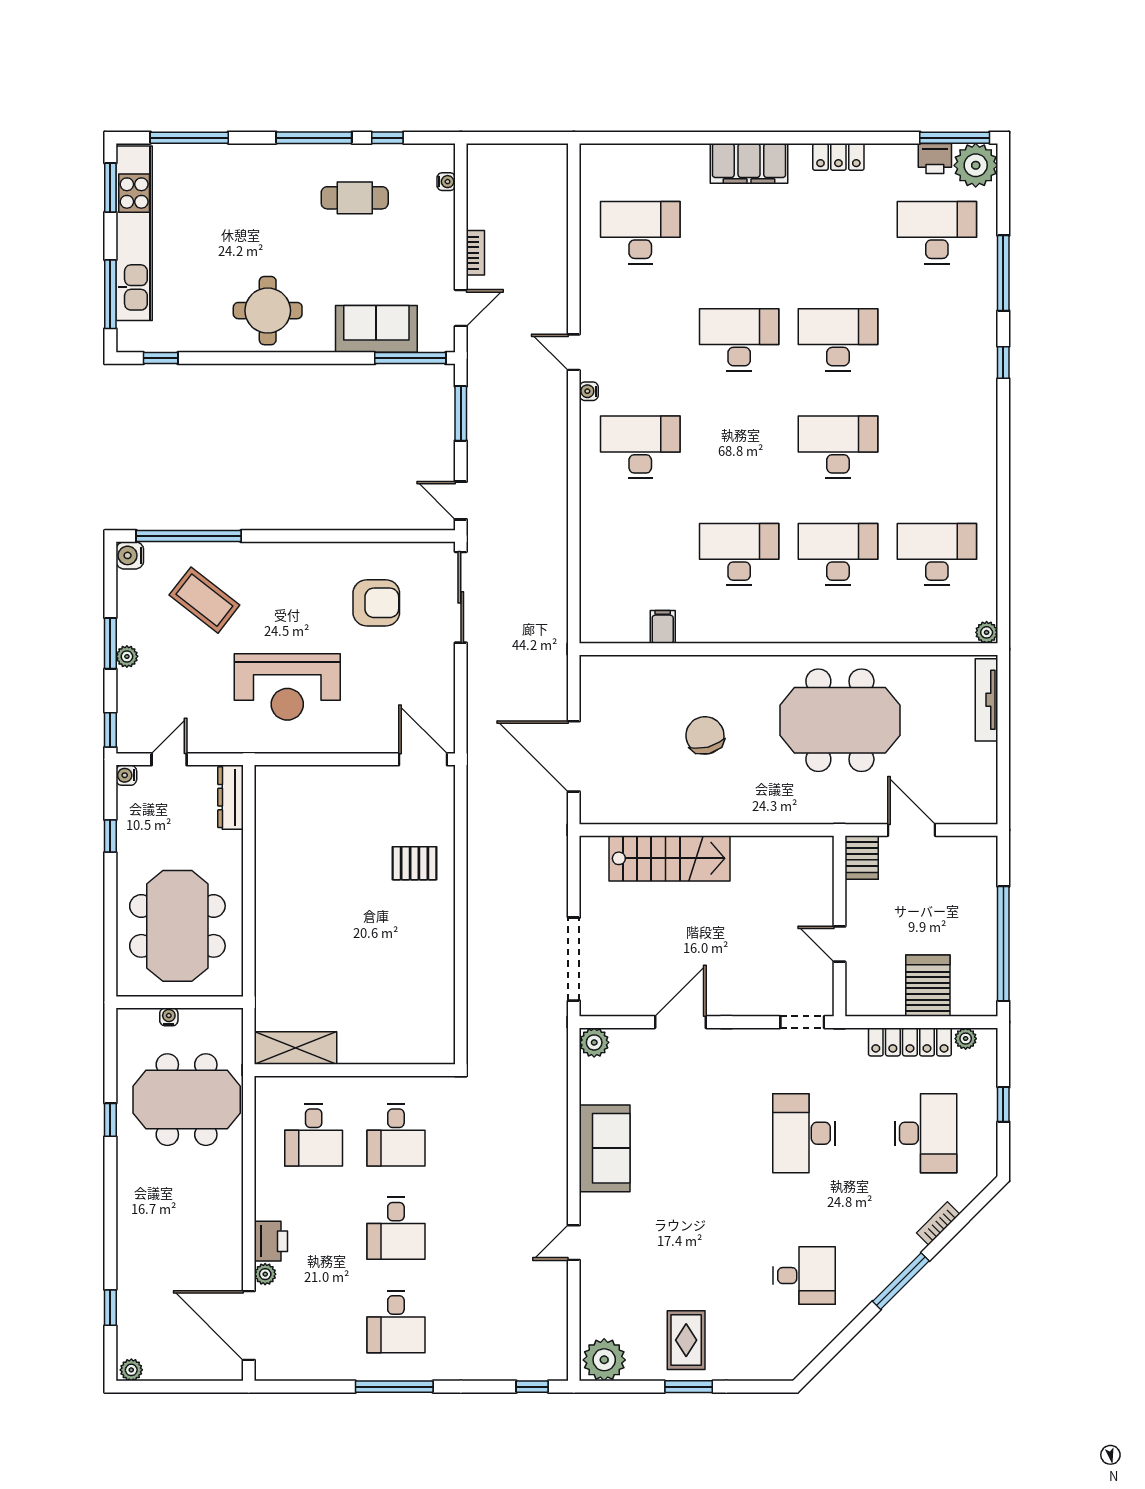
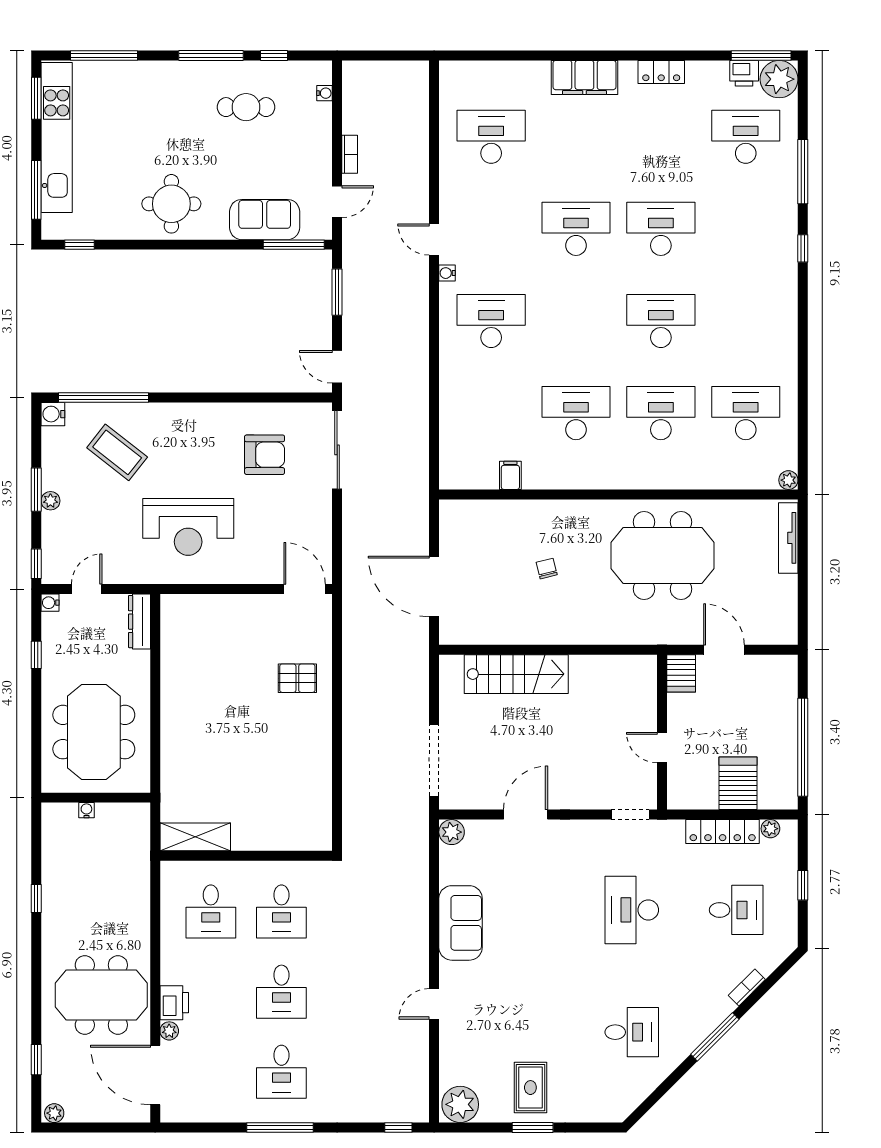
chair: (705, 735) -> (547, 569), width x0.54, depth x0.54
meeting table: (187, 1100) -> (101, 995), moved
desk: (926, 1133) -> (736, 910), width x0.73

